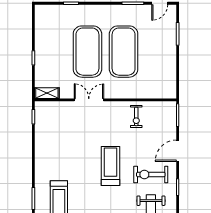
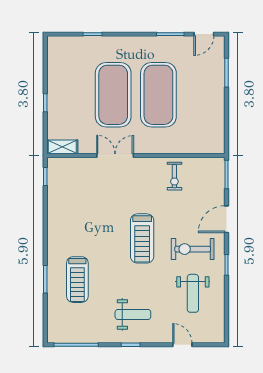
treadmill: (111, 166) -> (142, 238), turned 180

